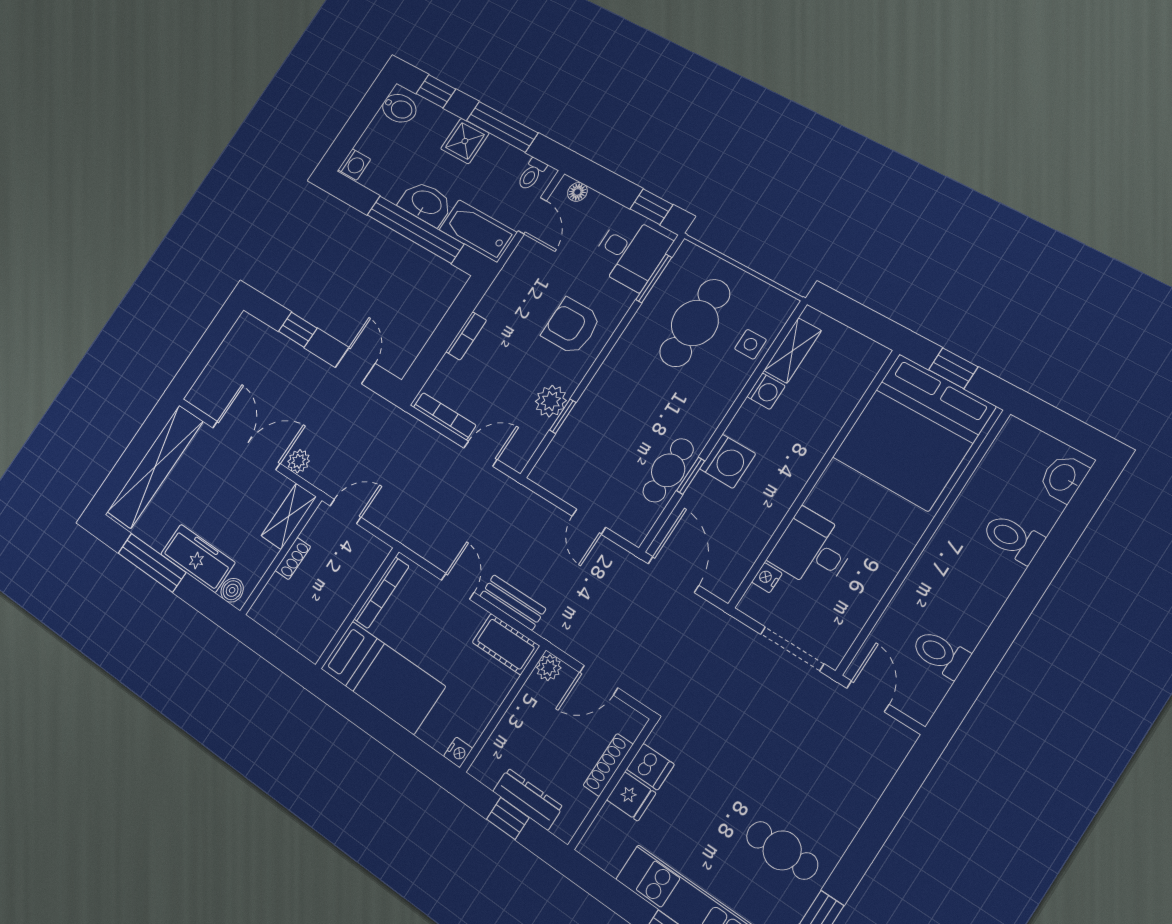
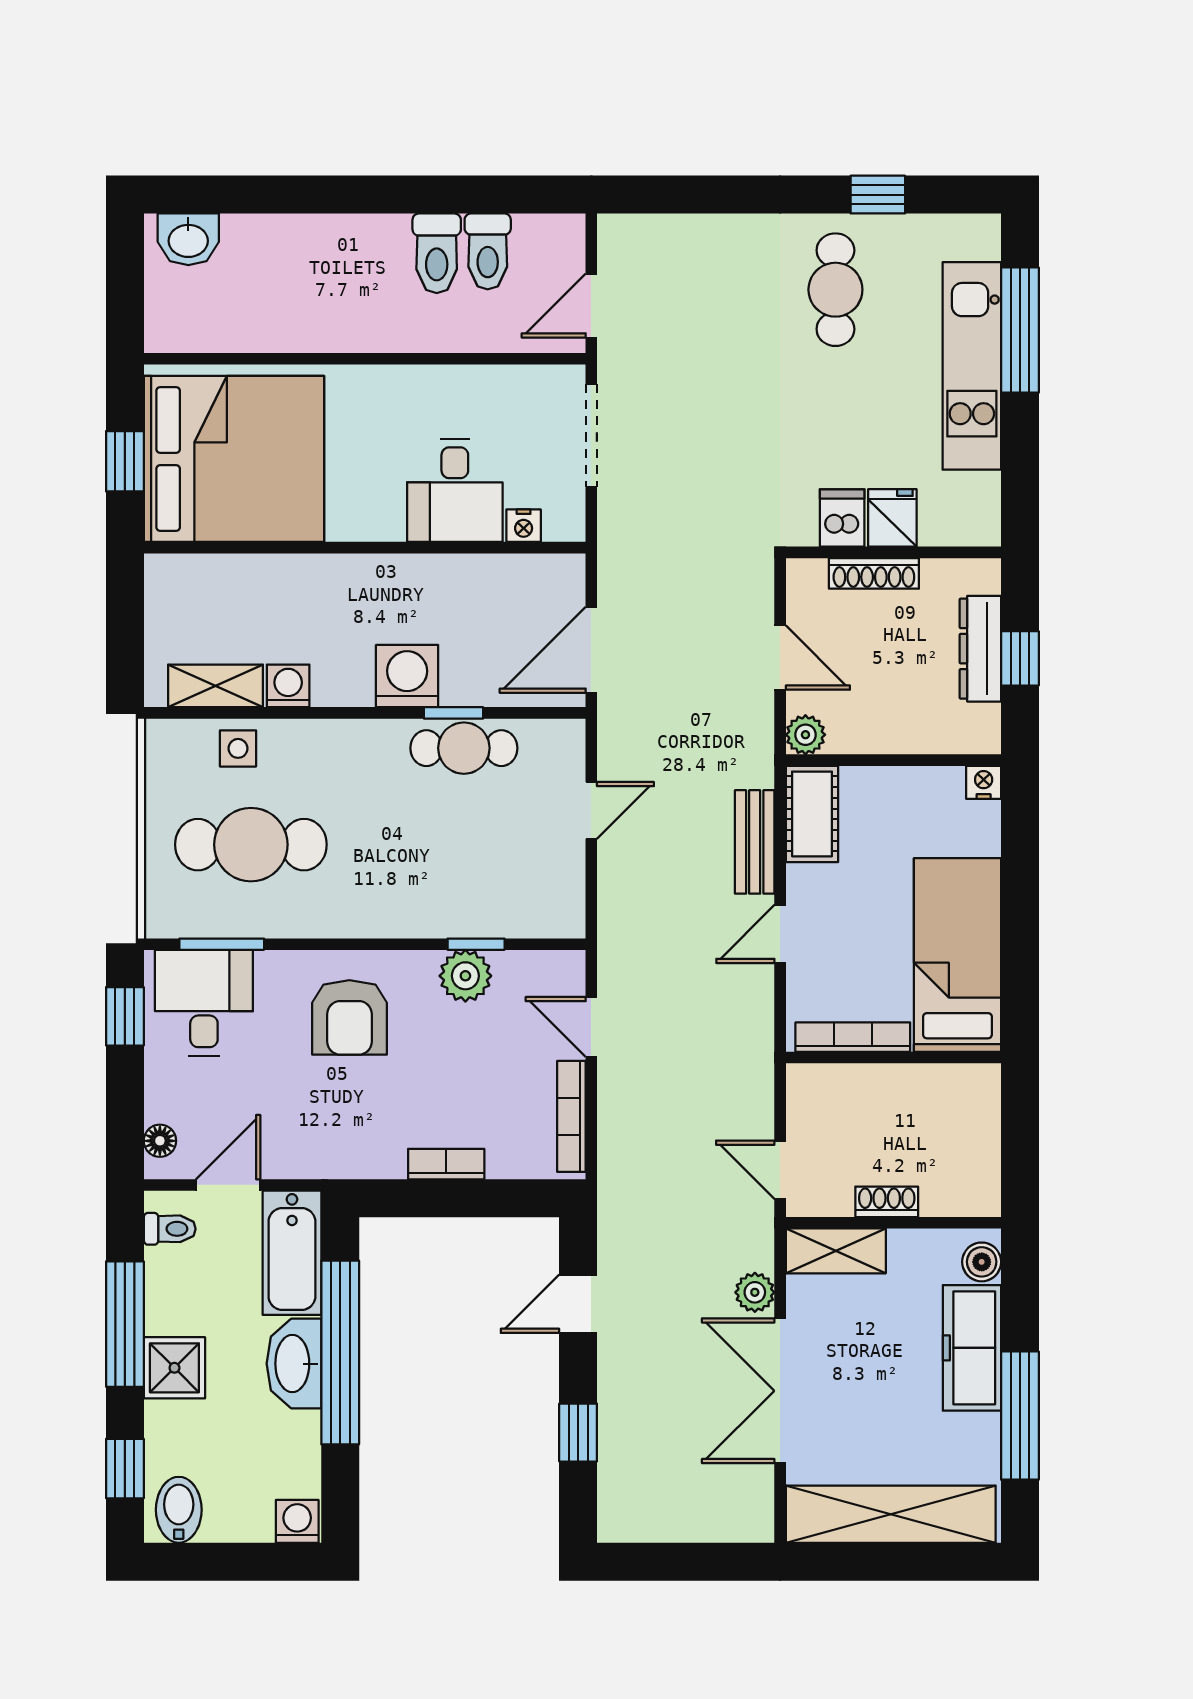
toilet: (1013, 538) -> (437, 253), moved

